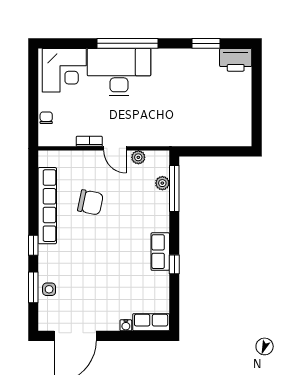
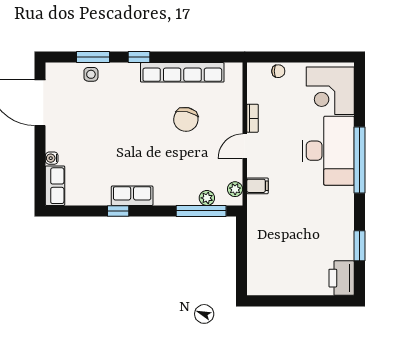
filing cabinet: (151, 137) -> (258, 186), added
plant: (138, 157) -> (235, 189), moved

